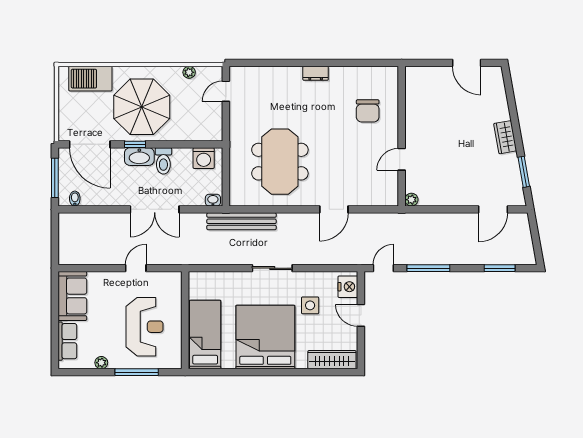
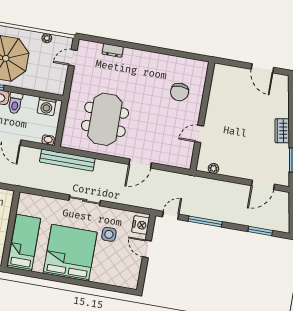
dresser: (316, 73) -> (113, 50), moved
plant: (411, 200) -> (213, 168), moved
wardrobe: (332, 360) -> (118, 279), removed

